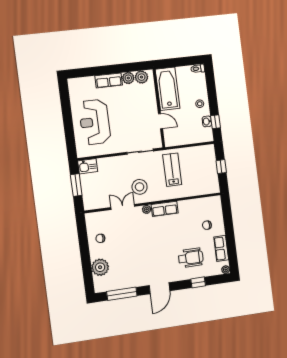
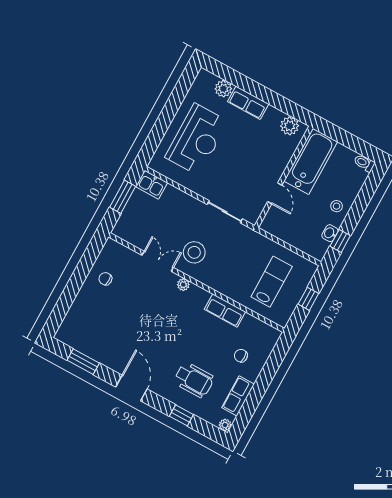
plant: (128, 78) -> (223, 89), moved
reception desk: (95, 122) -> (197, 139), turned 180
lab bench: (172, 170) -> (272, 282), moved
row of seats: (165, 209) -> (225, 311), moved
plant: (100, 267) -> (81, 312), removed
door: (159, 288) -> (131, 388), swing flipped
window: (122, 294) -> (83, 362), width x0.69

